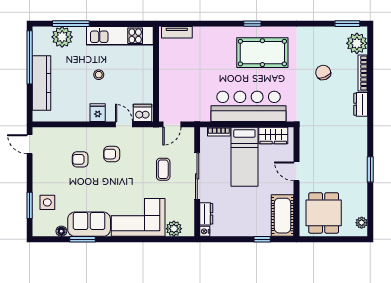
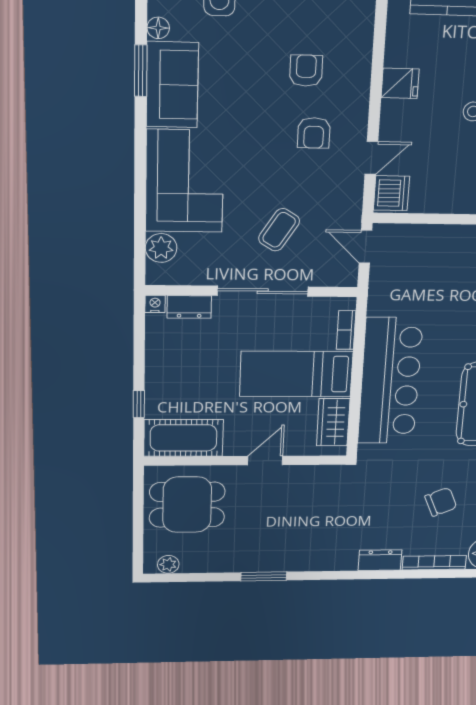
fridge: (98, 113) -> (400, 83), moved
armchair: (112, 154) -> (314, 133), turned 180
coffee table: (163, 169) -> (279, 230), turned -58

